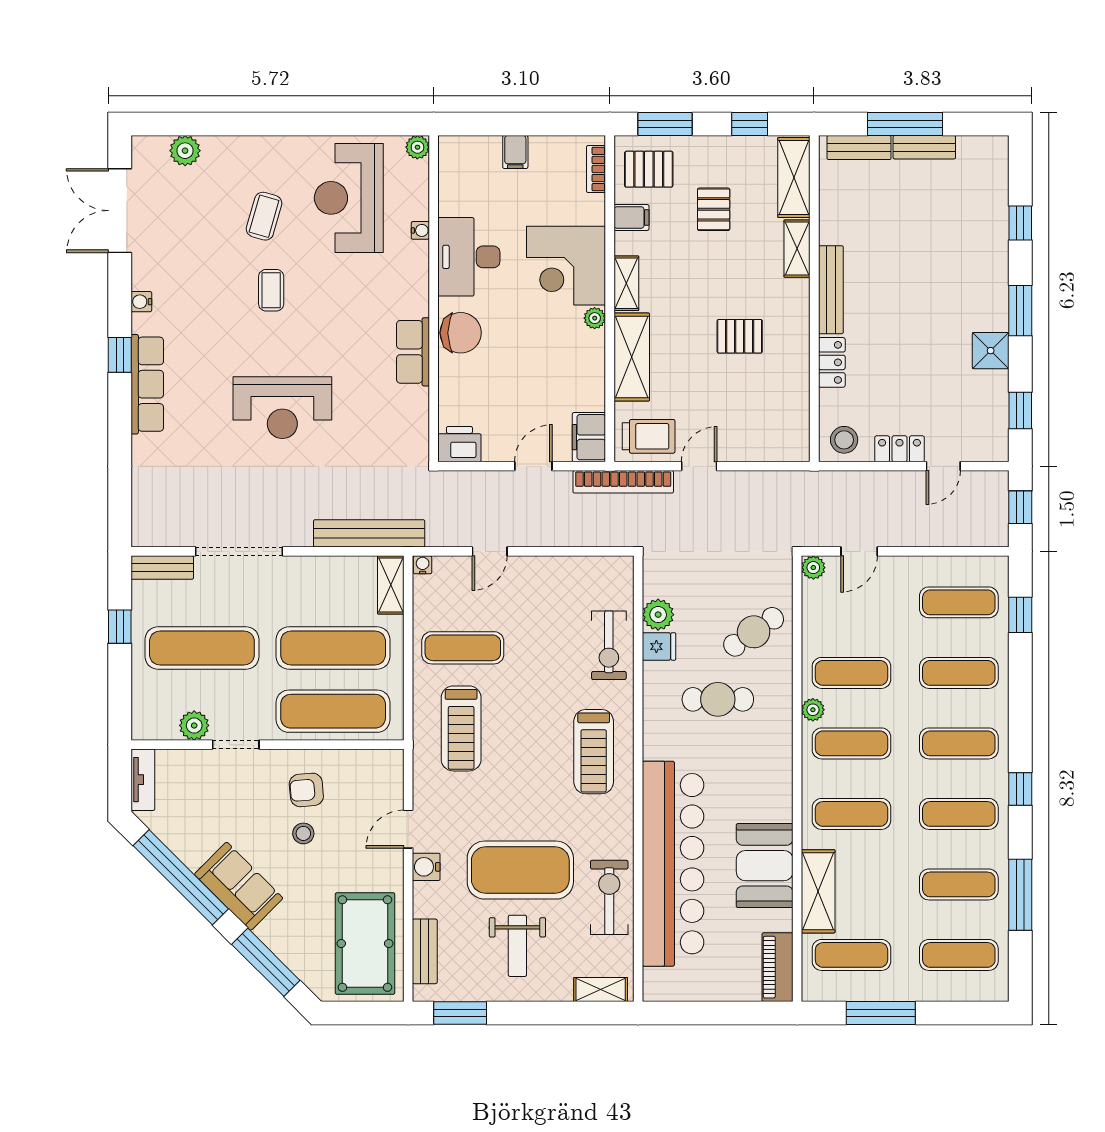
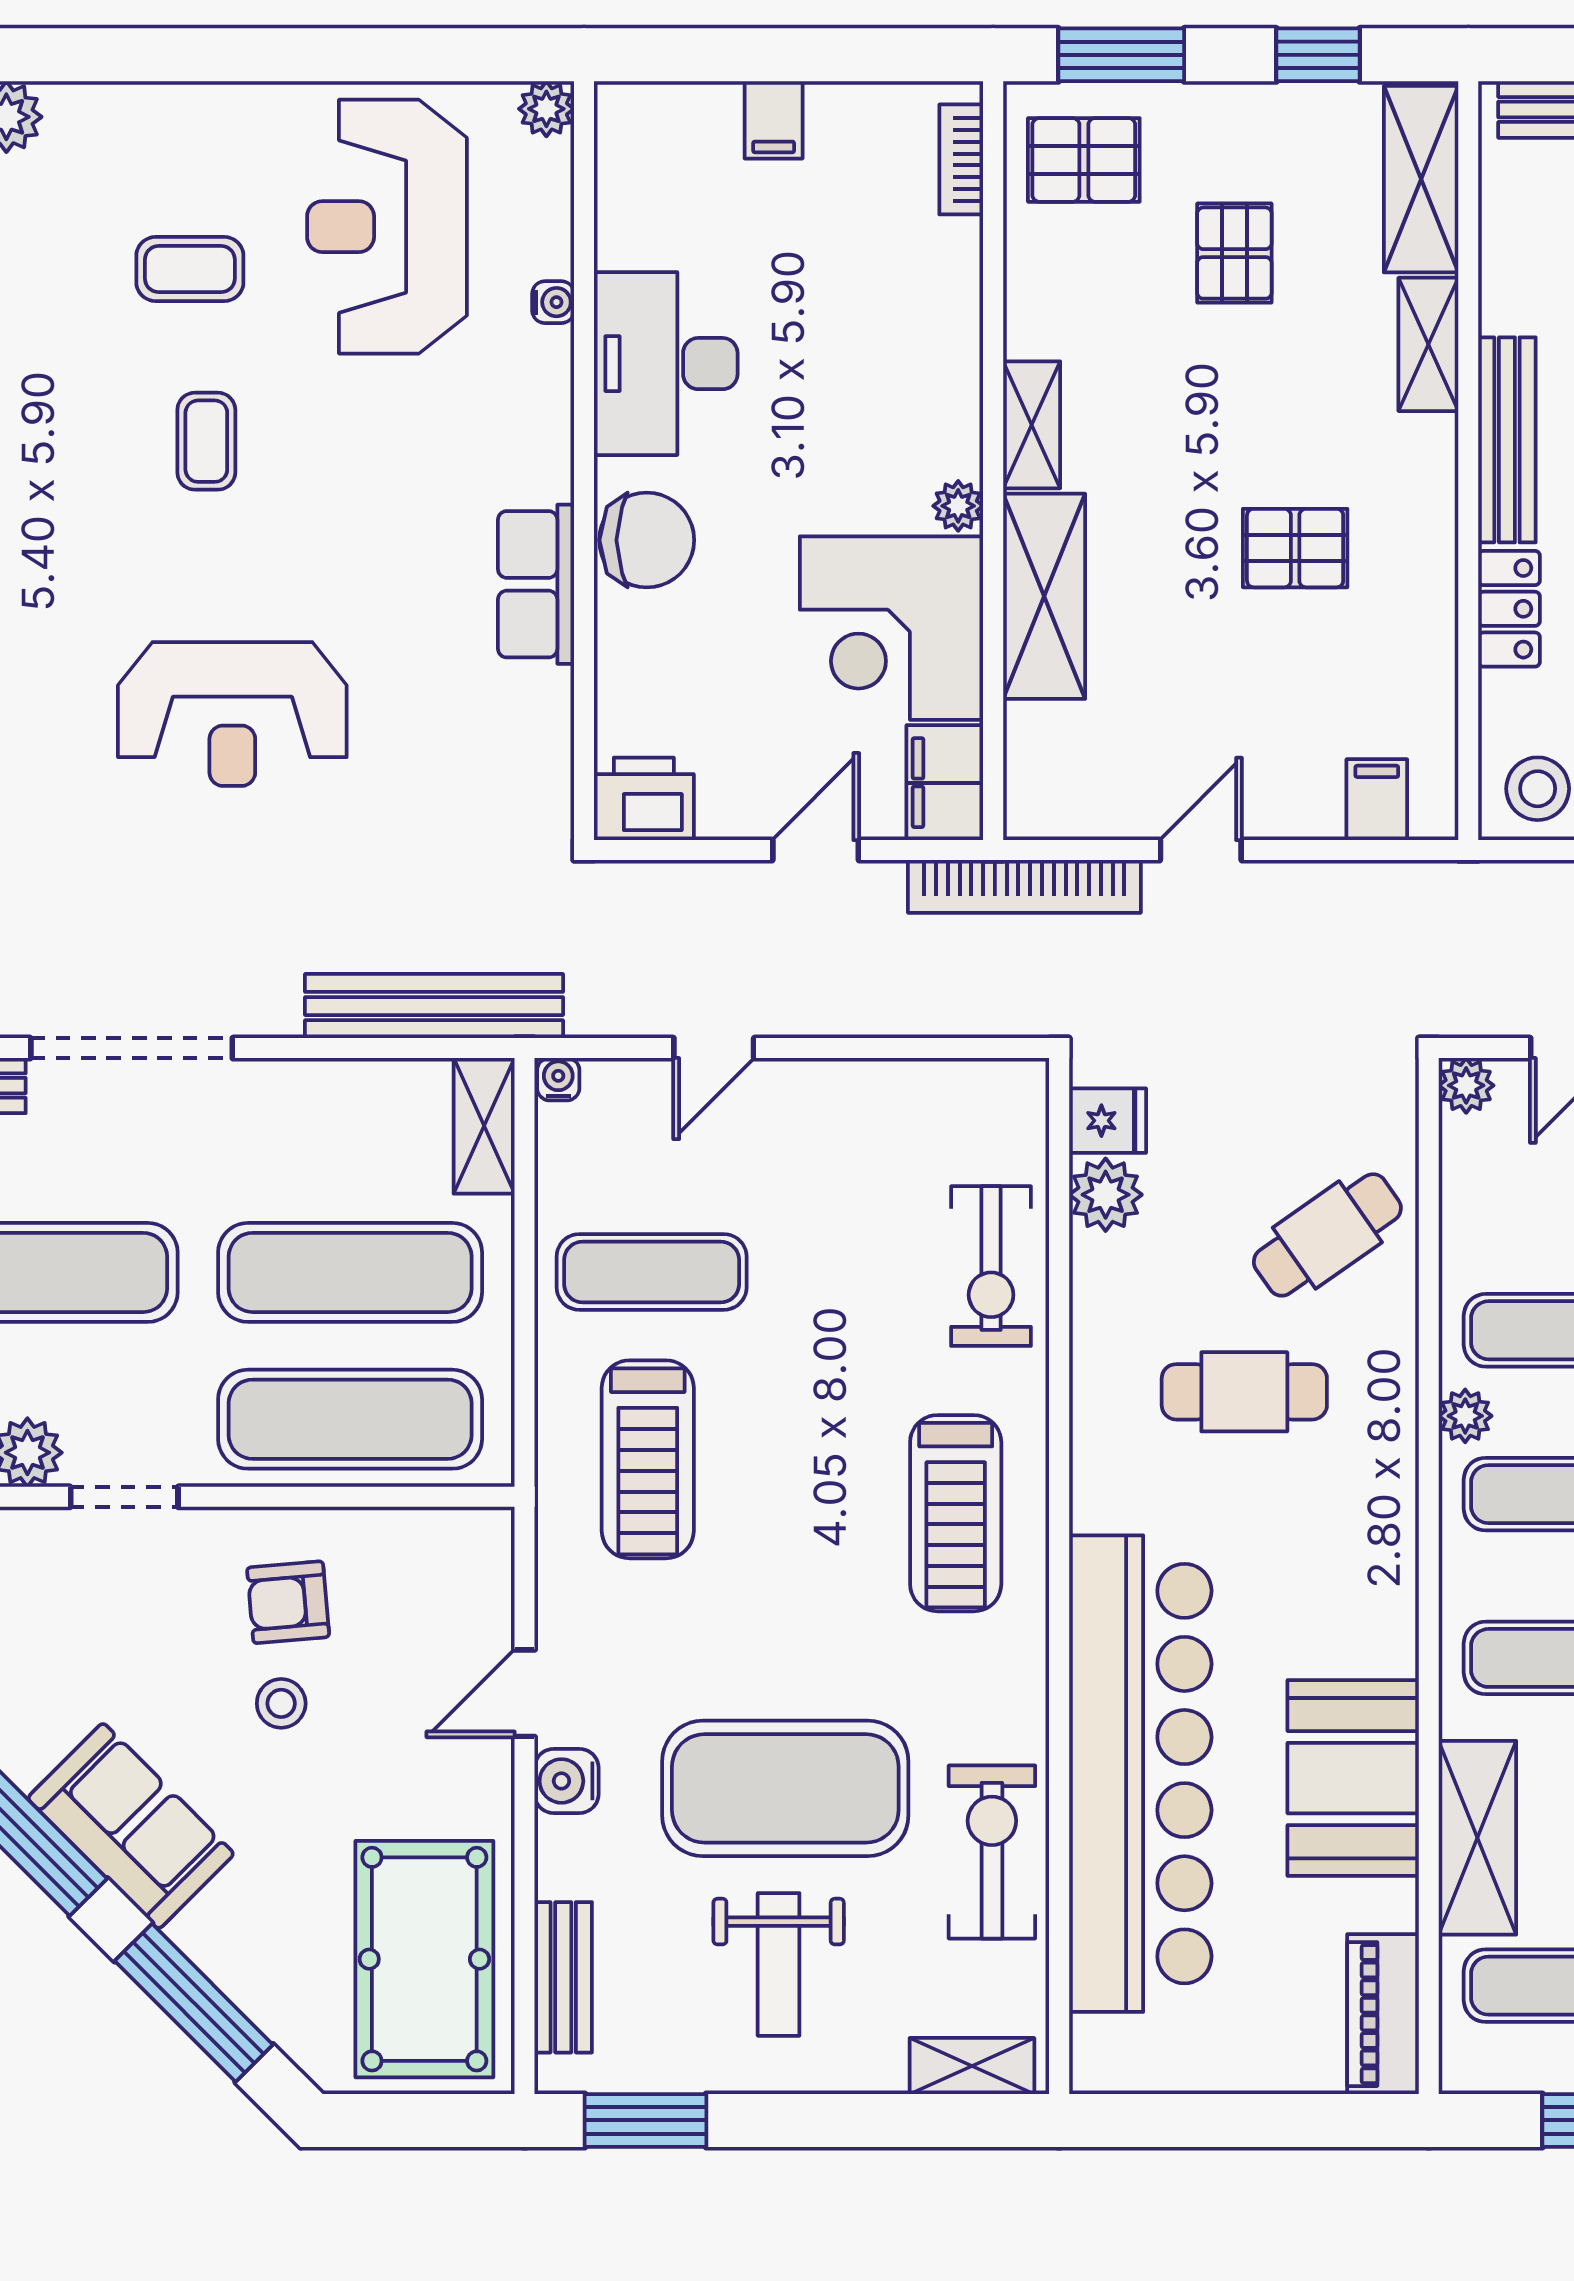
coffee table: (264, 216) -> (190, 269), turned 74
filing cabinet: (631, 217) -> (1377, 800), moved, turned -90
corner desk: (566, 266) -> (891, 628), moved
trolley: (649, 436) -> (1083, 781), removed
fridge: (659, 646) -> (1108, 1121), moved

